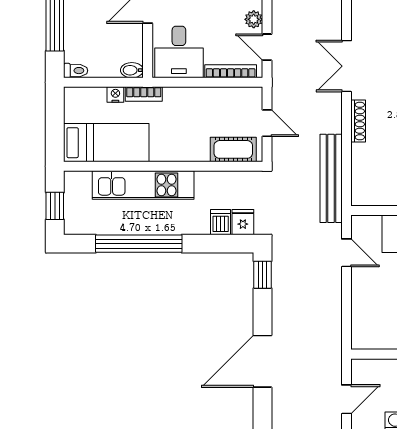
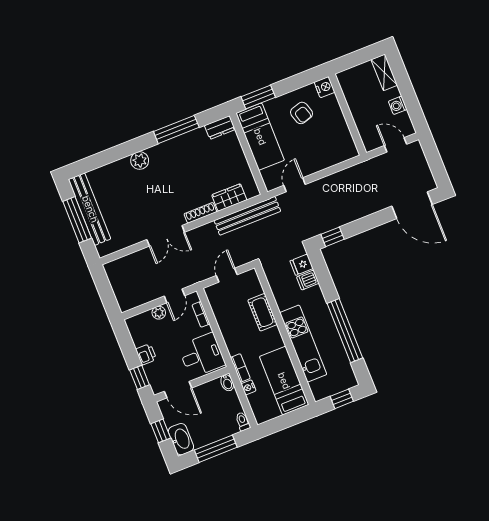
bookcase: (231, 71) -> (201, 314), width x0.64
cot: (233, 149) -> (262, 312), moved
wardrobe: (363, 165) -> (229, 197), added
door: (263, 361) -> (412, 205), moved

